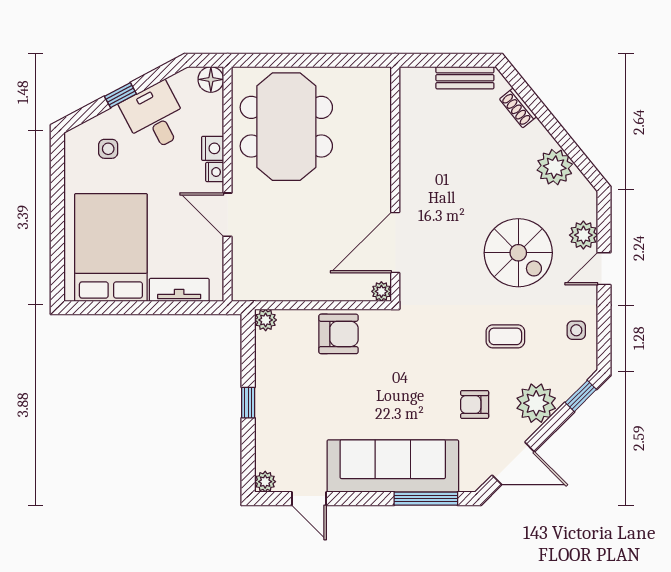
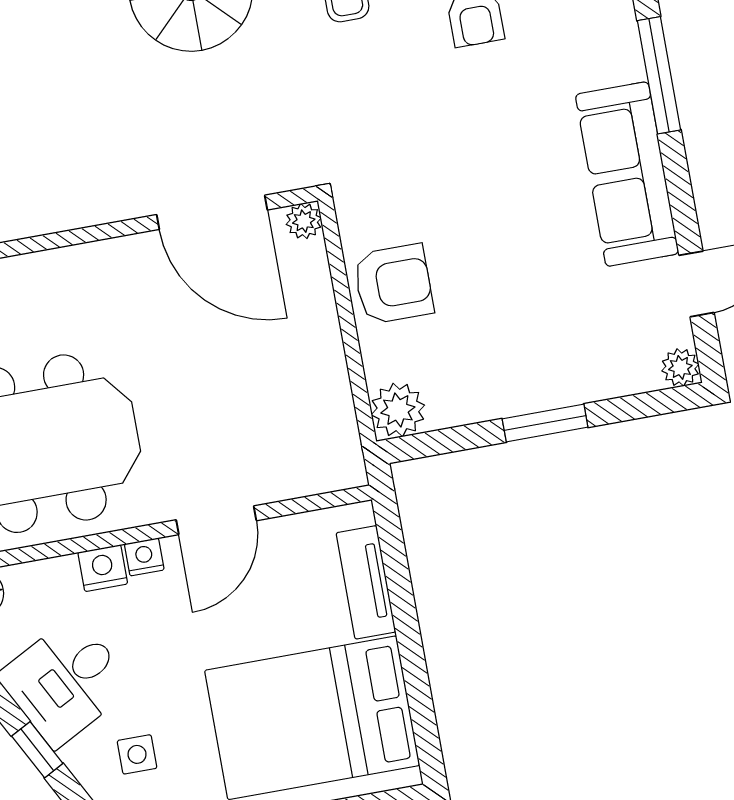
plant: (266, 320) -> (398, 410), width x1.38, depth x1.38
armchair: (338, 334) -> (393, 284), turned 90
window: (248, 403) -> (545, 423), width x1.50
sofa: (393, 466) -> (627, 174), width x0.74, depth x0.79

